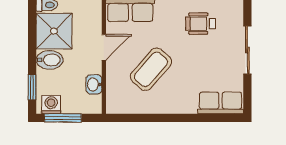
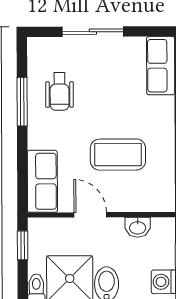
coffee table: (151, 69) -> (118, 155), turned -41

